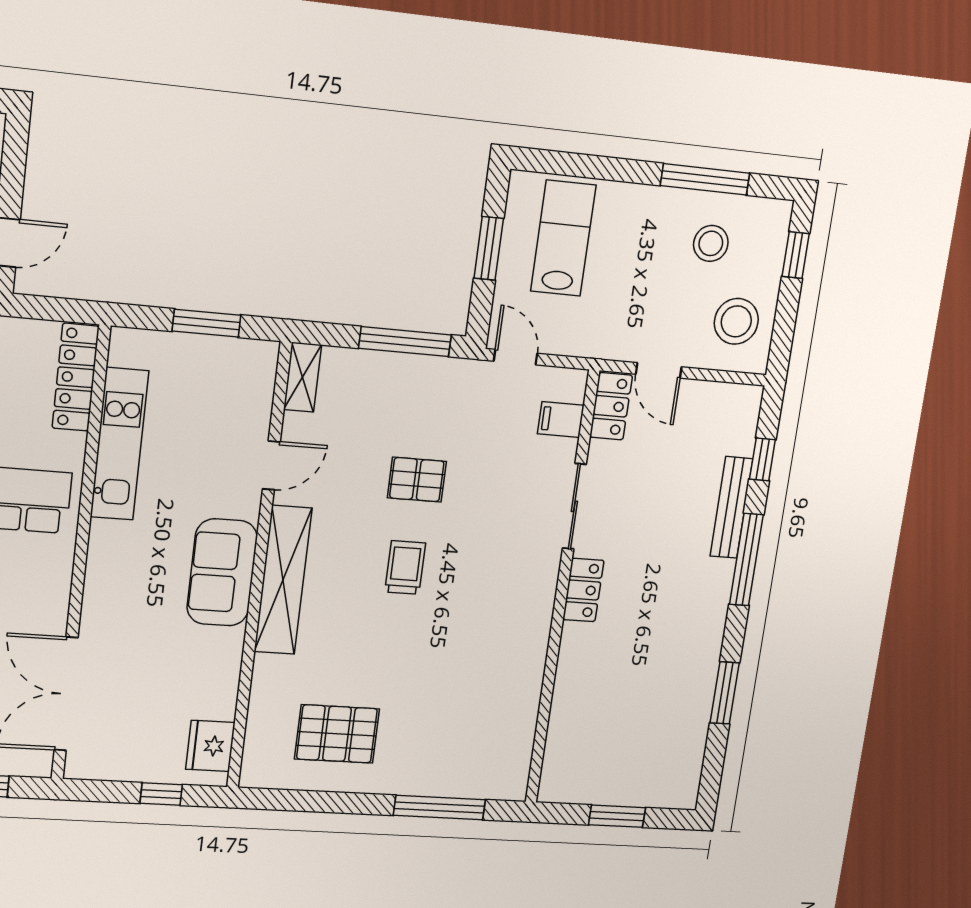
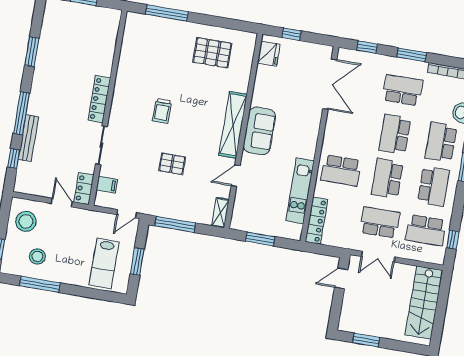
door: (516, 357) -> (127, 214), hinge flipped
trolley: (405, 567) -> (162, 111), moved
locker: (583, 590) -> (99, 99), width x1.53

